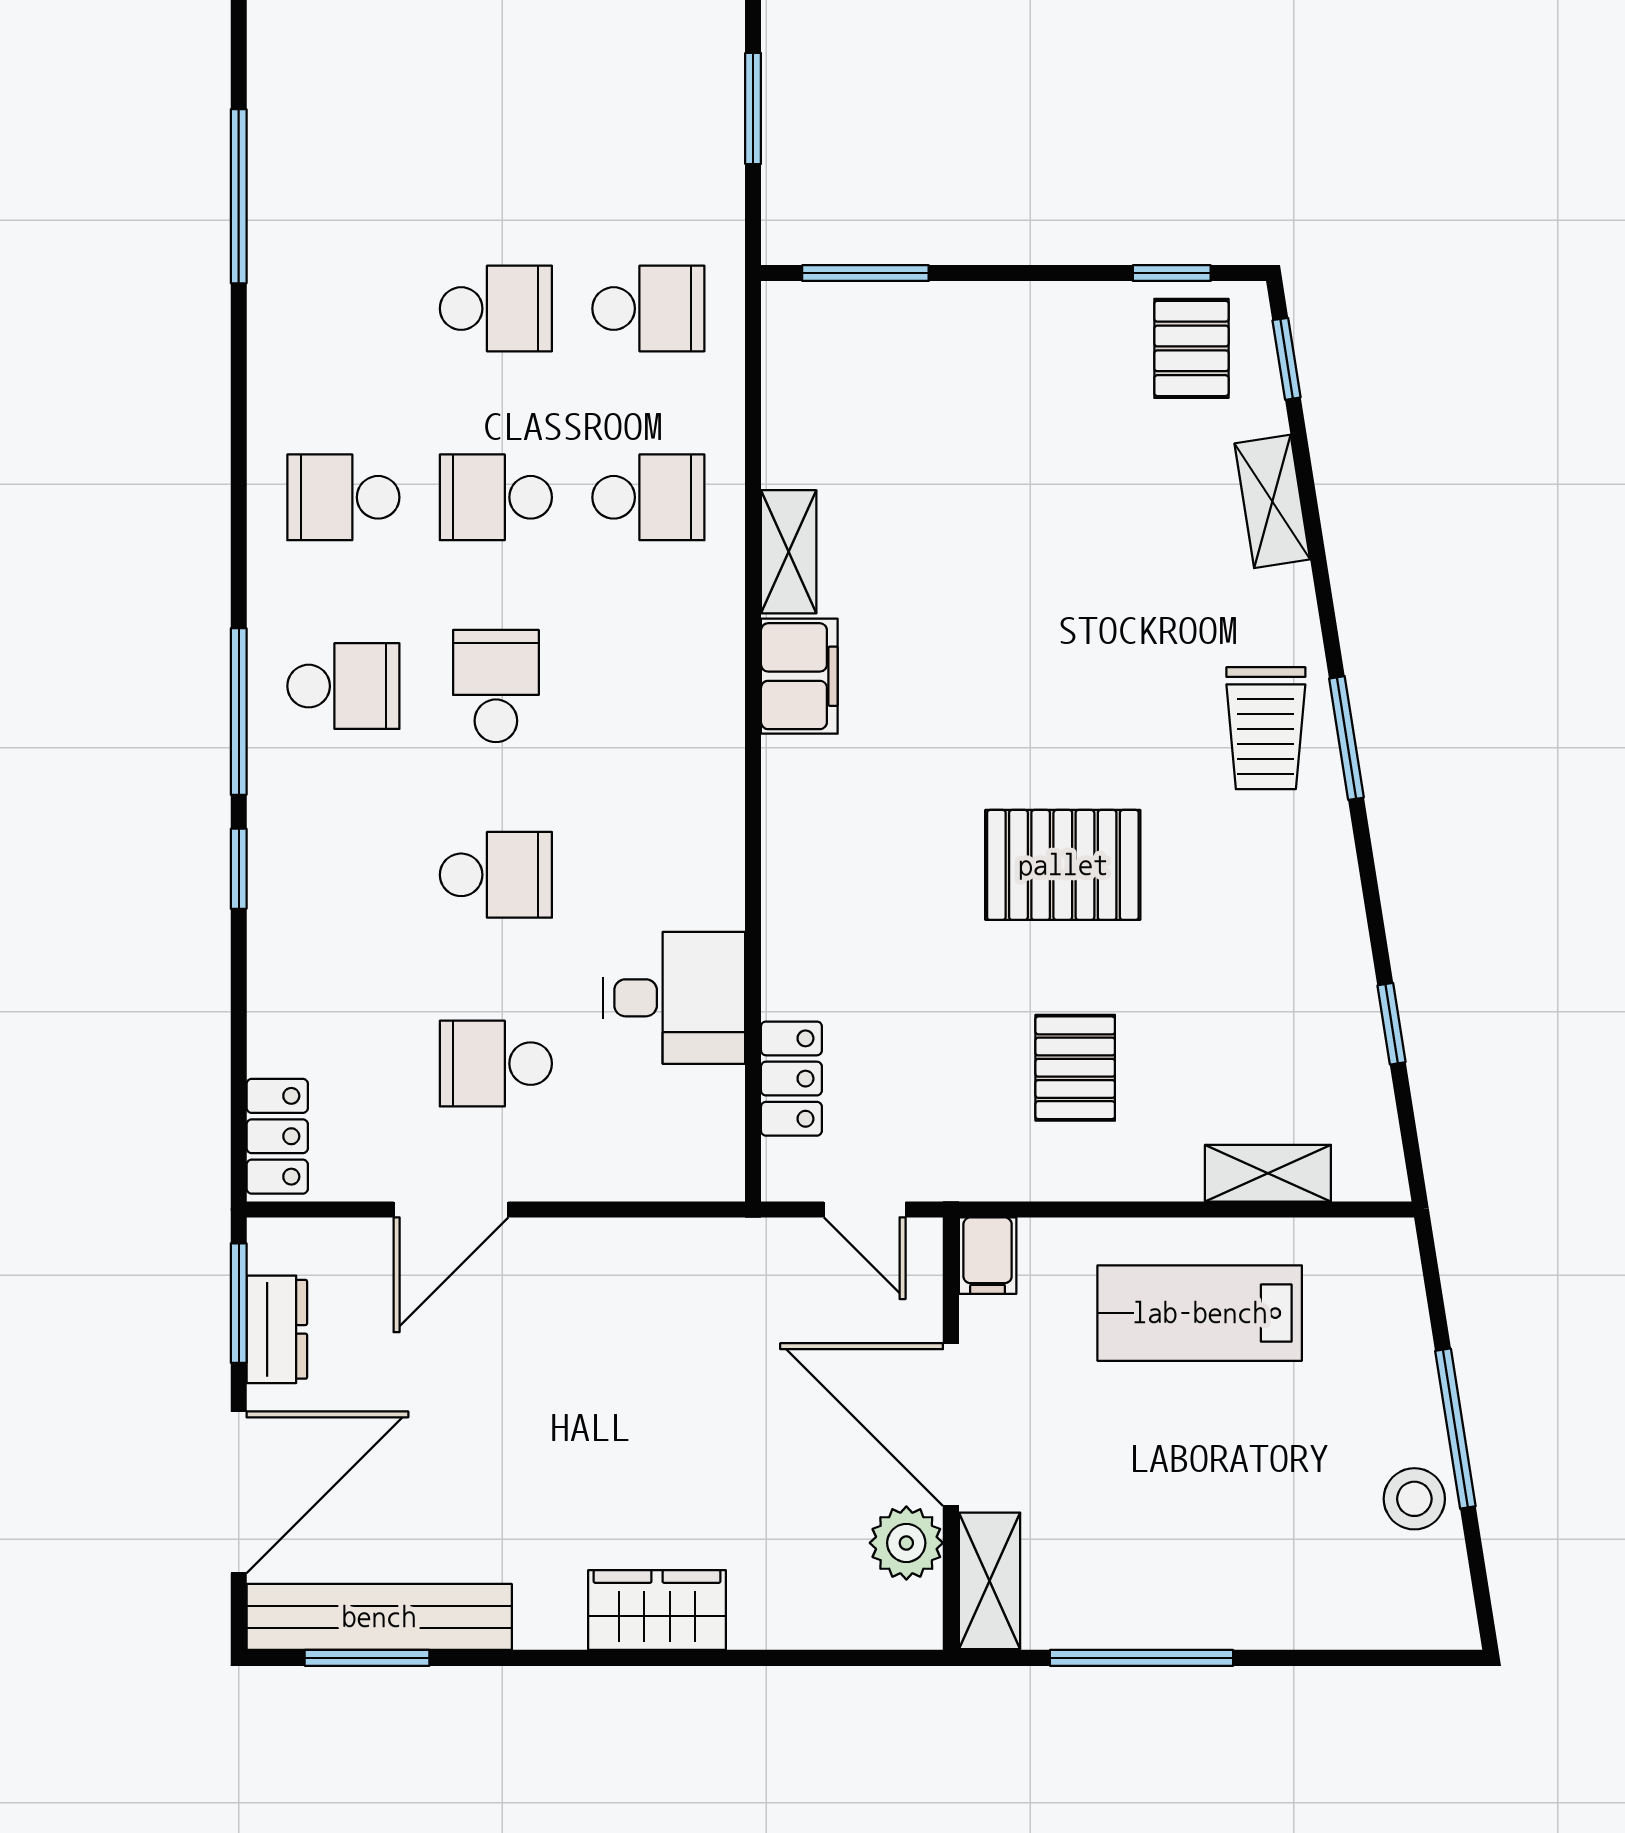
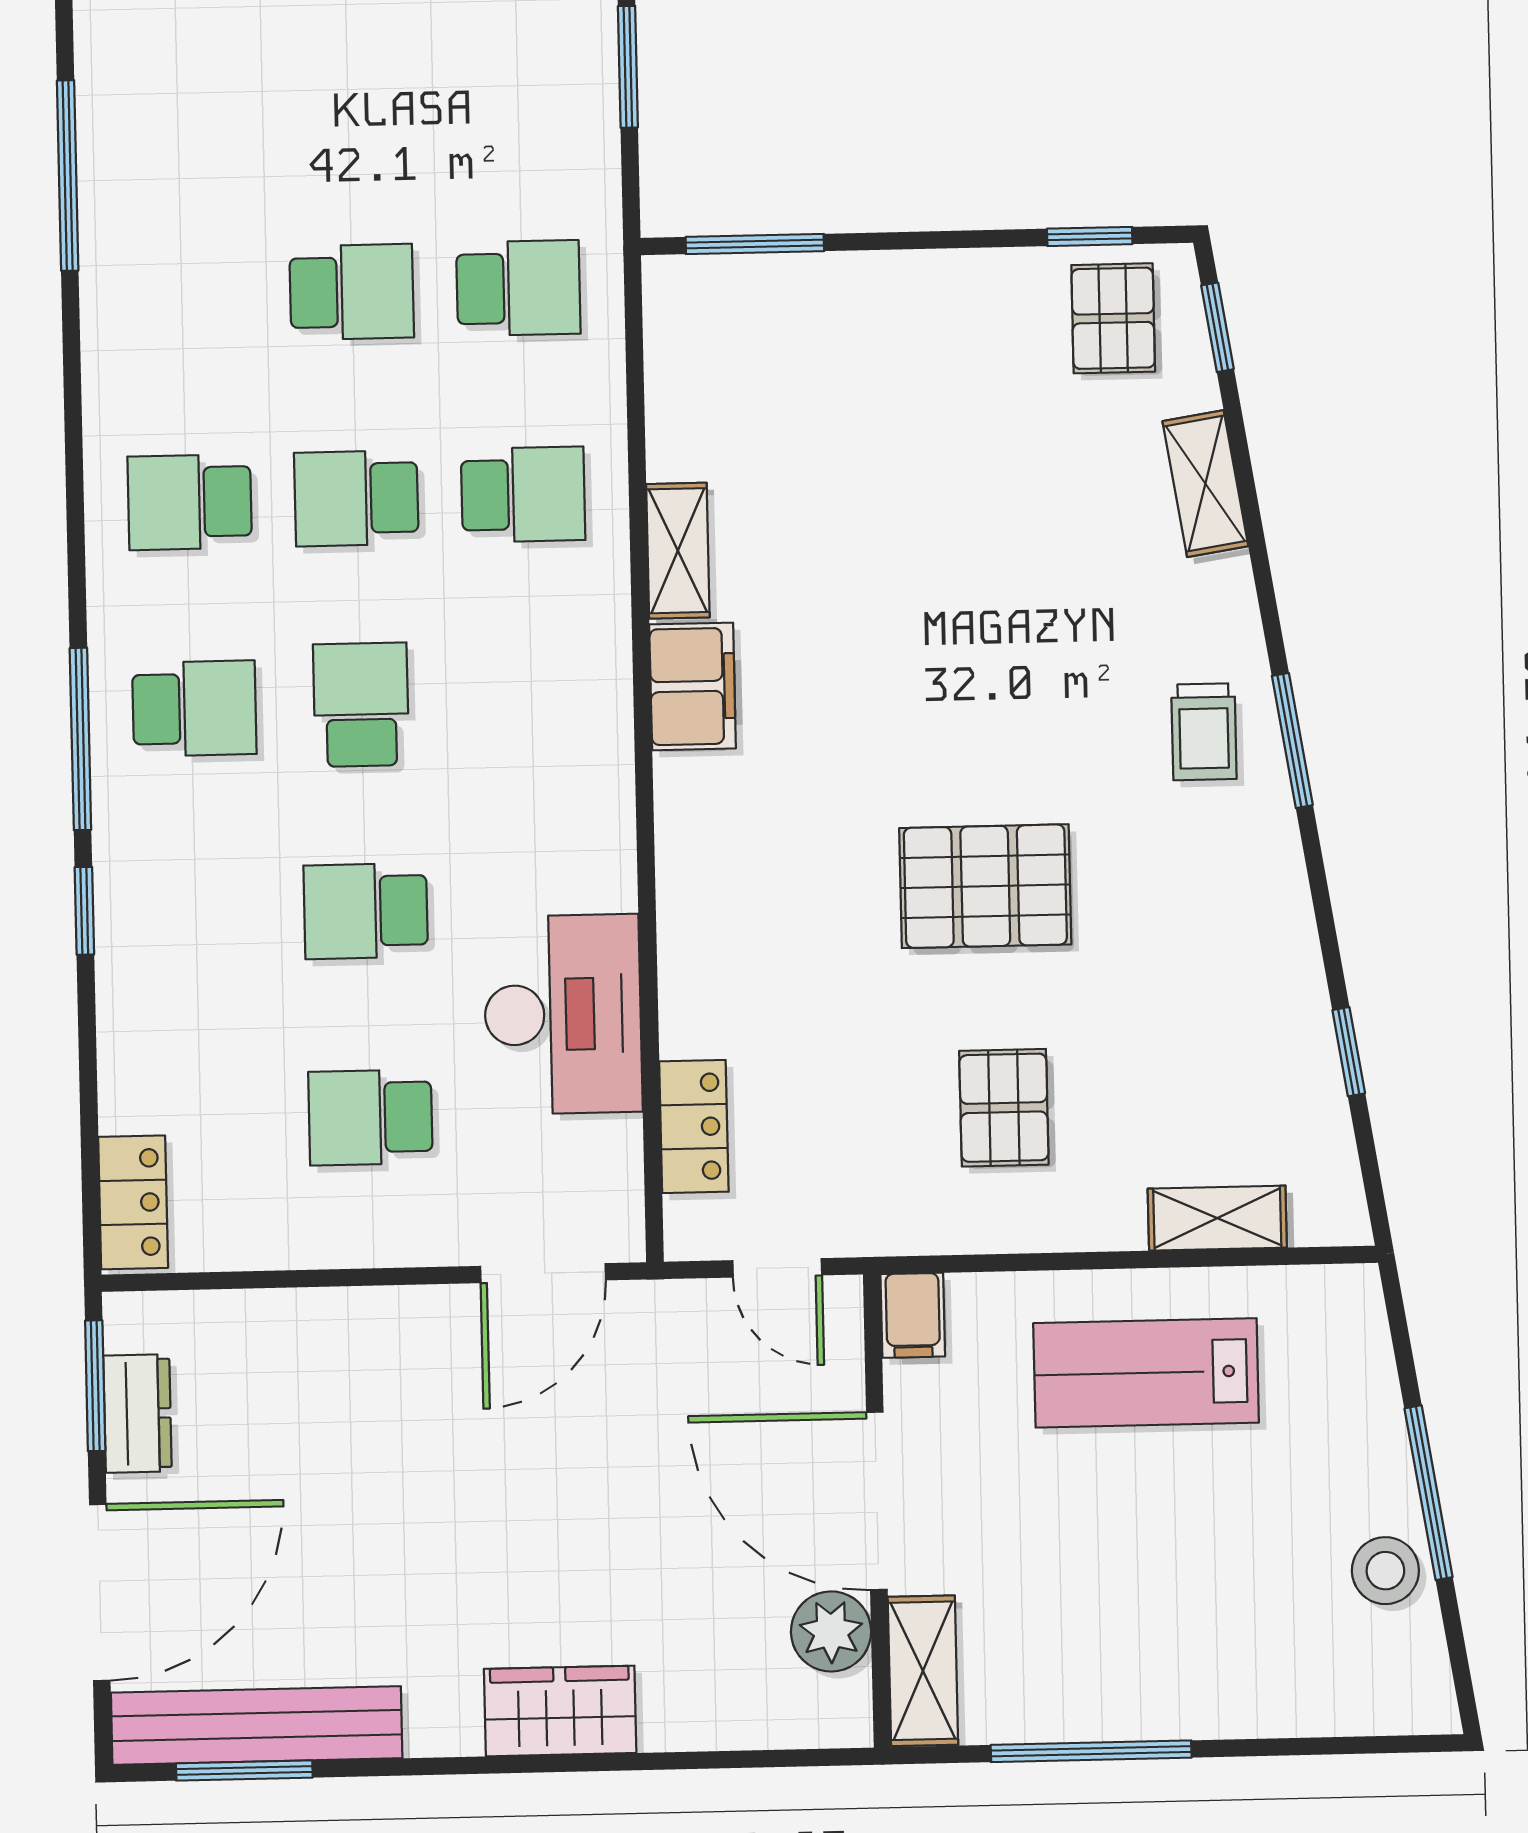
trolley: (1266, 728) -> (1204, 732), width x0.73, depth x0.72
school desk: (496, 875) -> (366, 911), turned 180
desk: (674, 998) -> (563, 1014), width x1.37
door: (451, 1209) -> (543, 1273), moved

